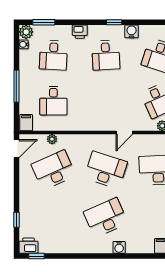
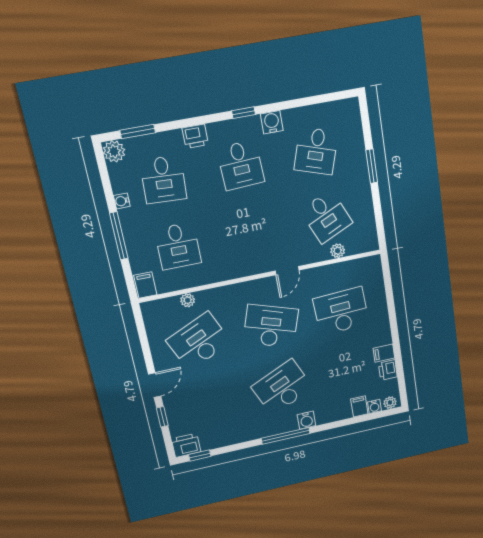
water cooler: (24, 44) -> (122, 201), moved
door: (16, 149) -> (155, 385), moved
window: (102, 256) -> (286, 436), added

